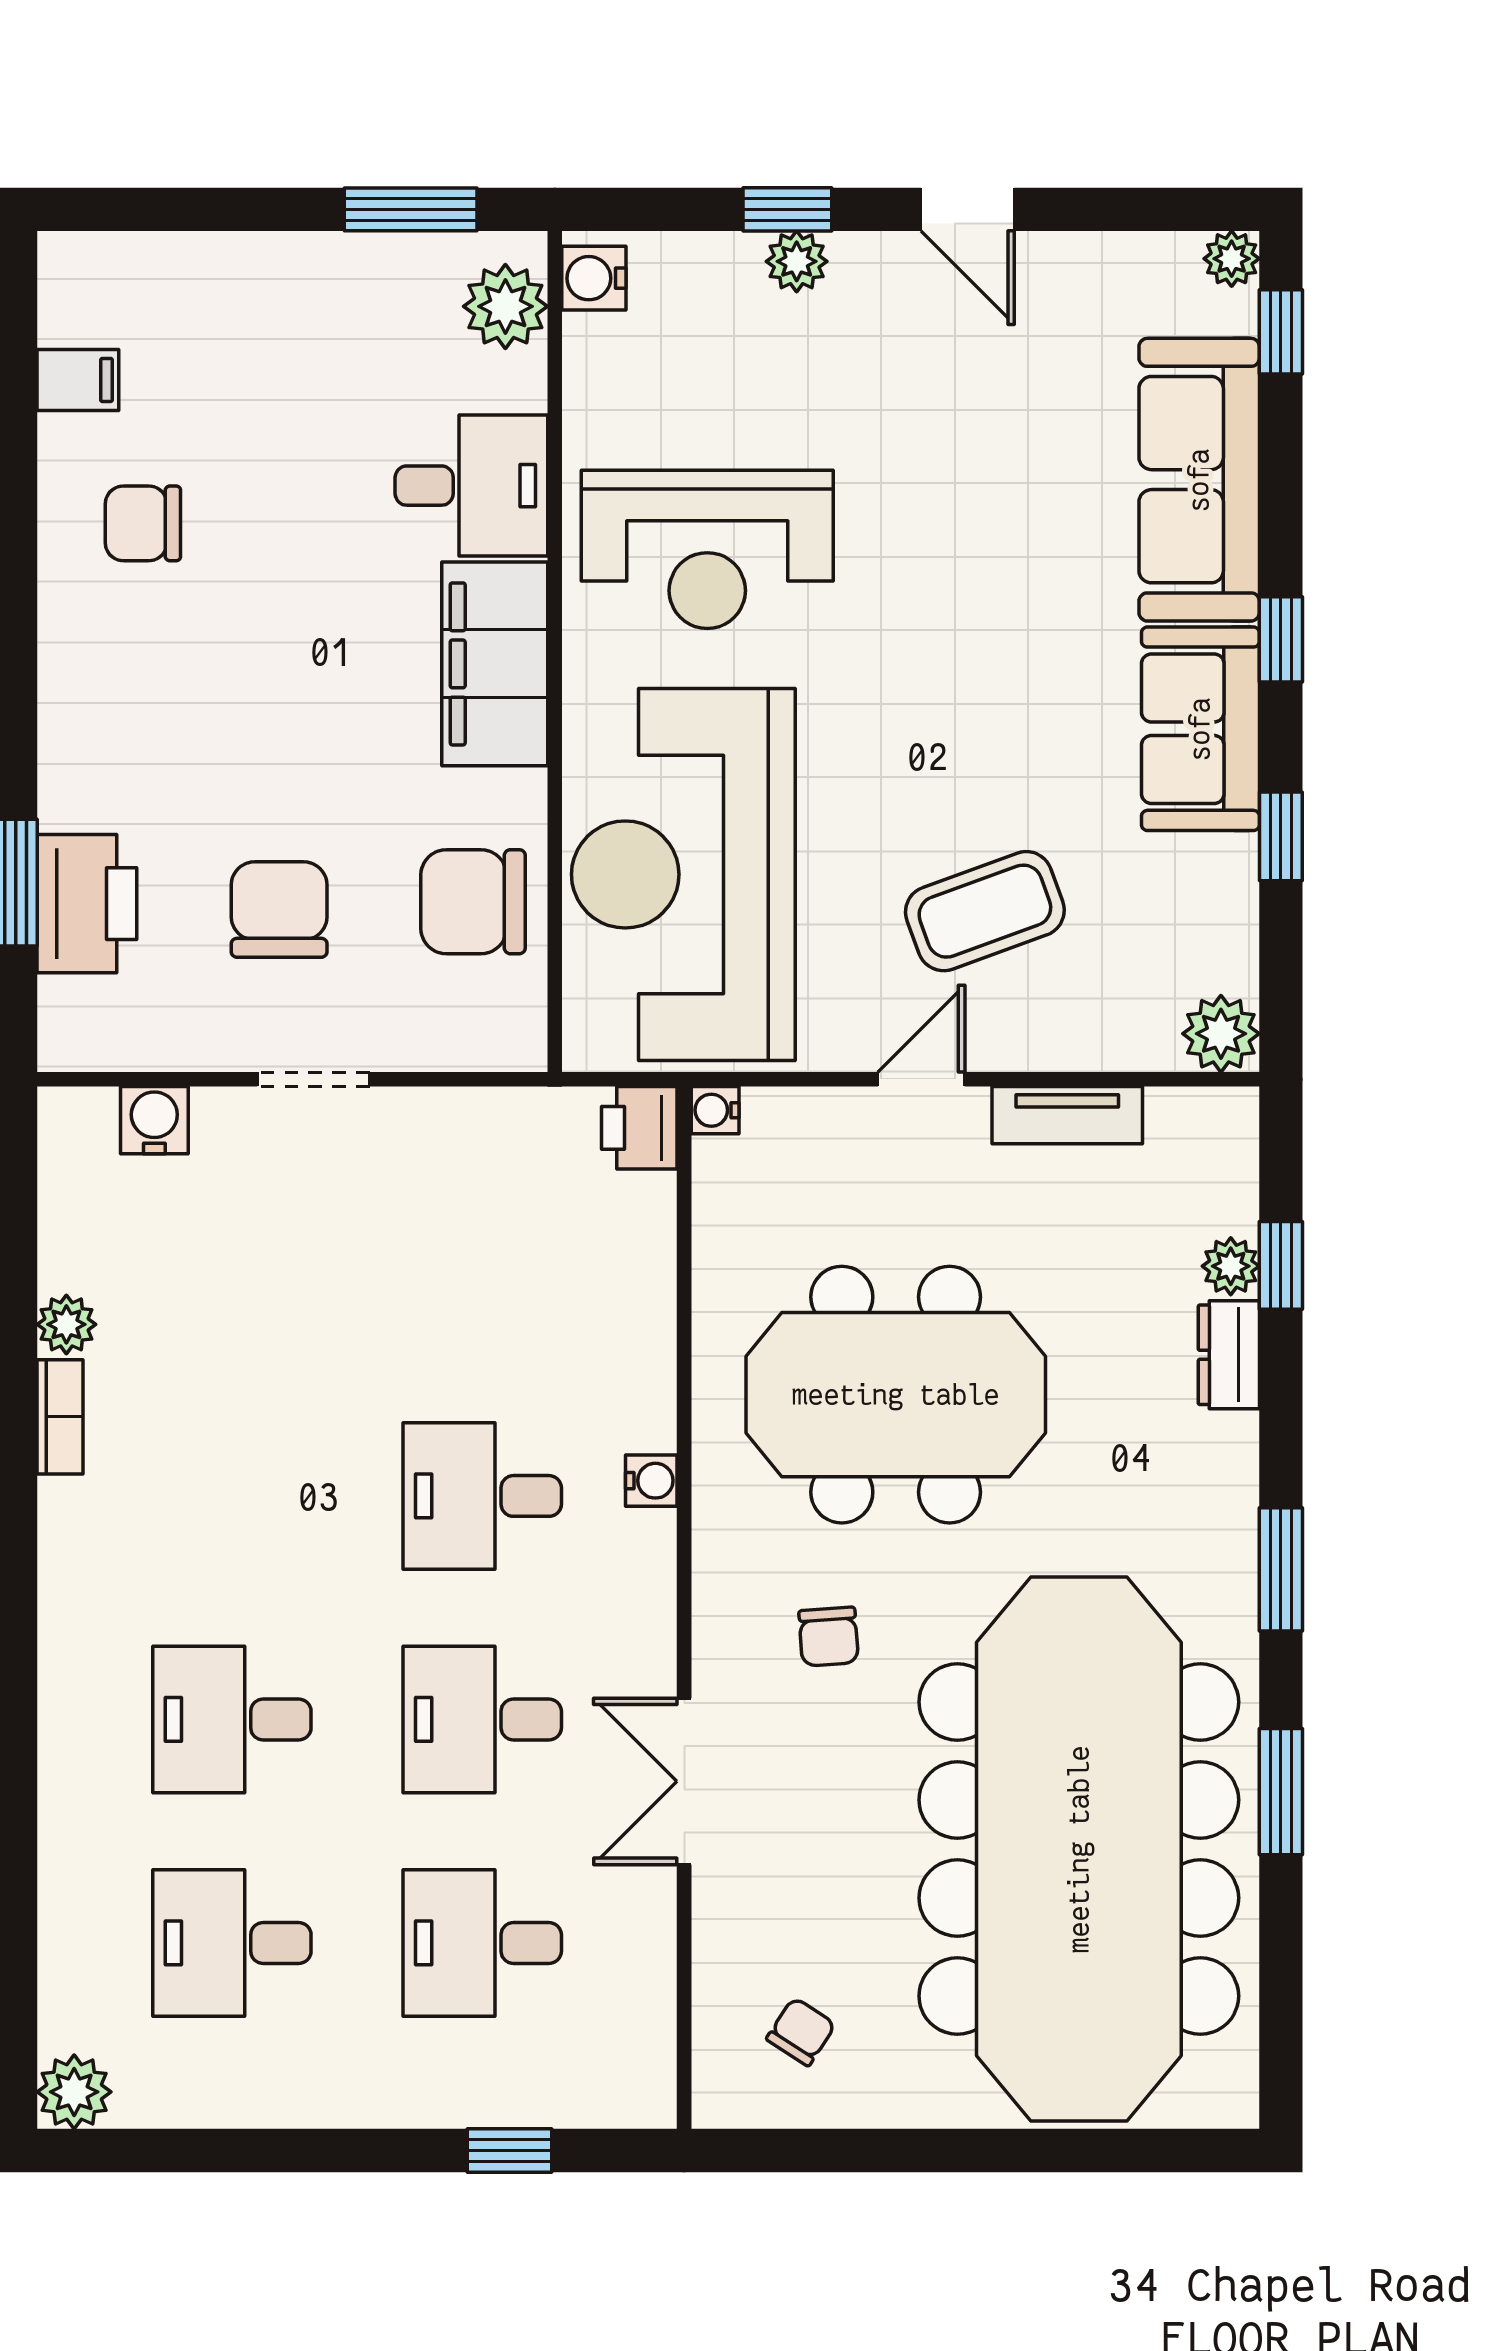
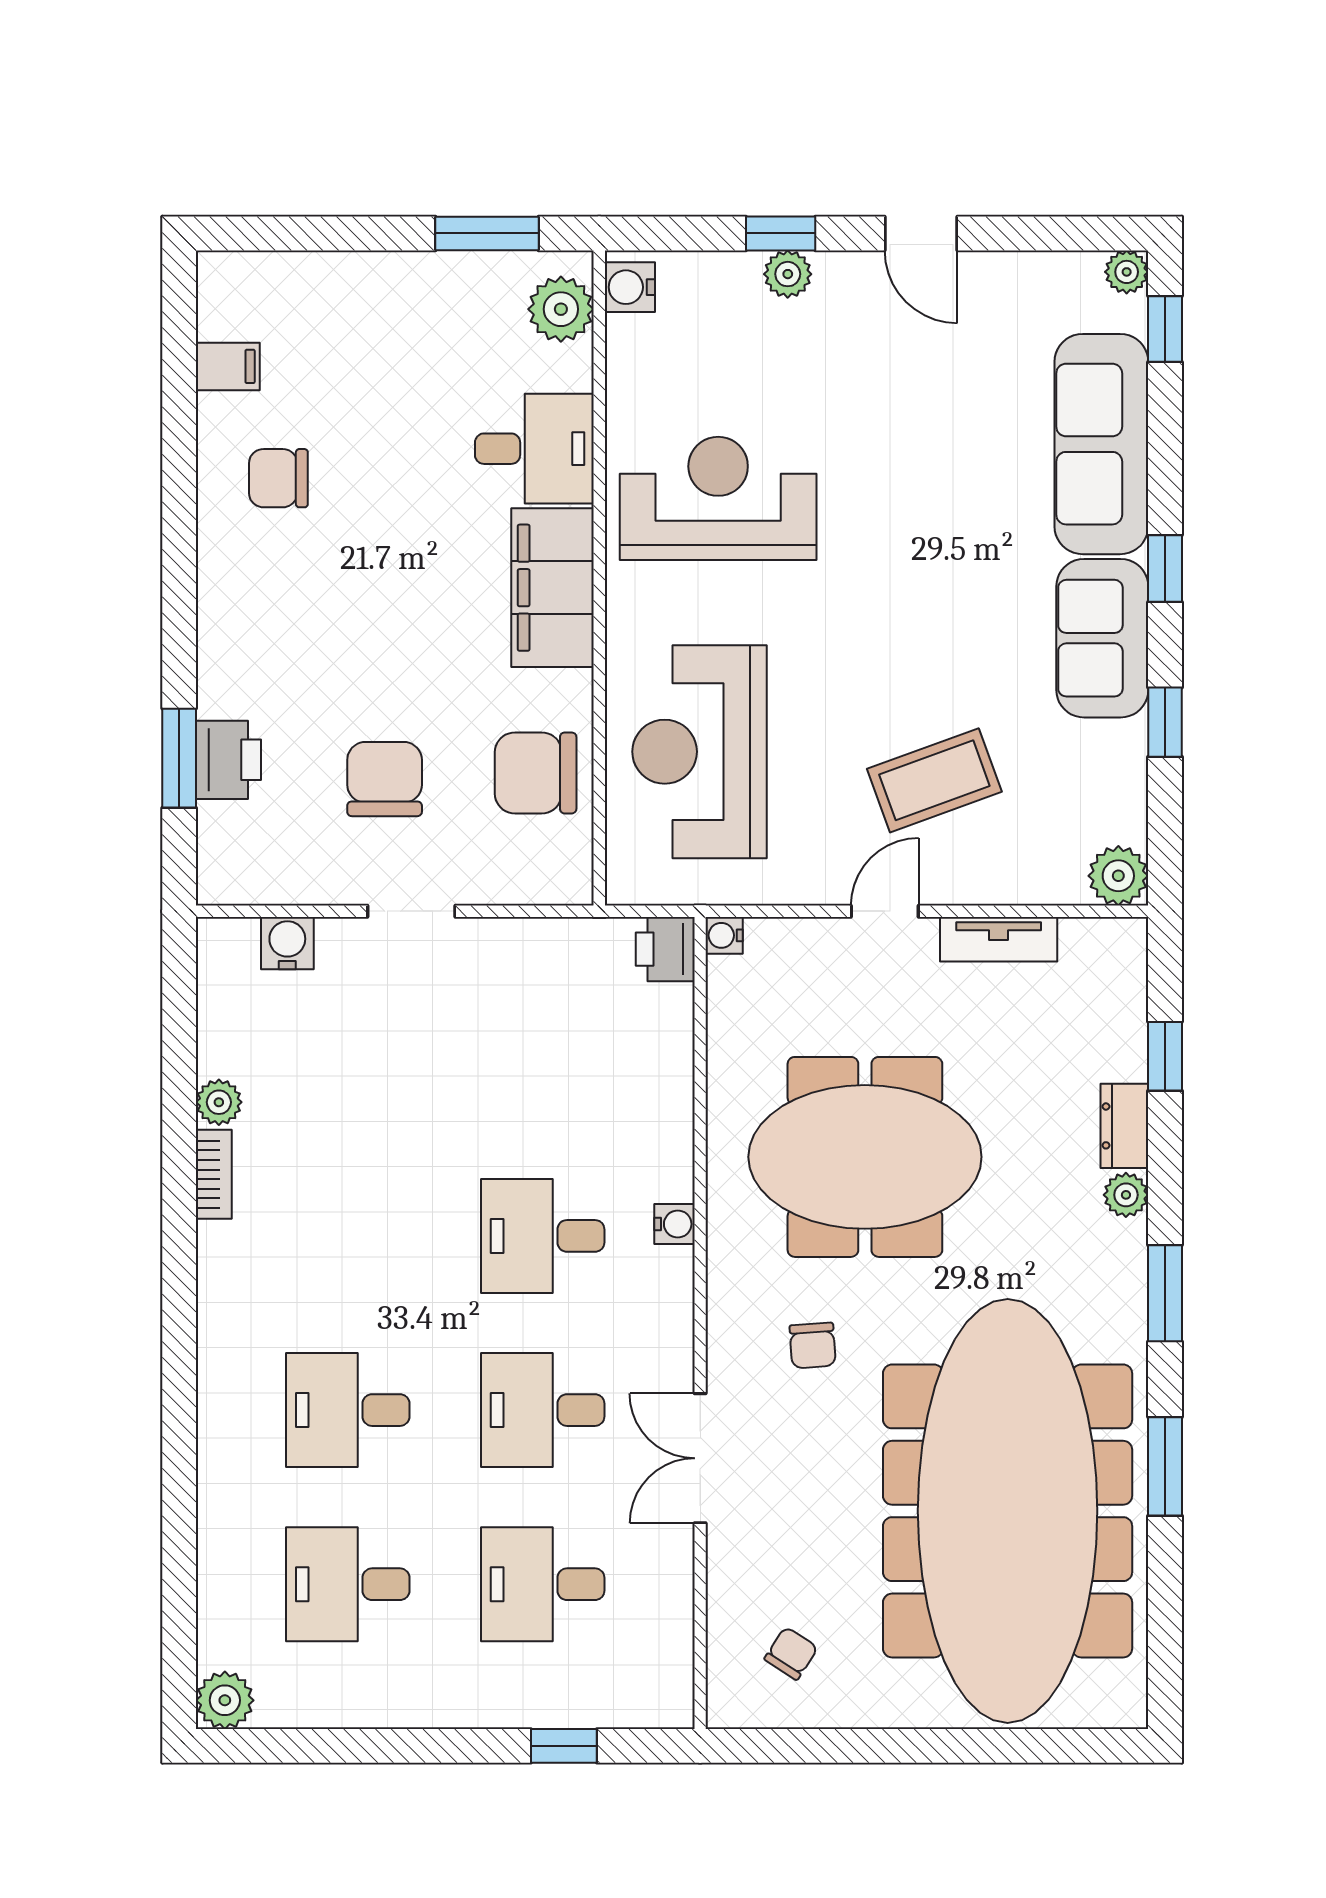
reception desk: (707, 549) -> (718, 498), turned 180
reception desk: (683, 874) -> (699, 752), width x0.74, depth x0.77
printer: (87, 904) -> (228, 760), width x0.73, depth x0.84
plant: (1231, 1266) -> (1126, 1195), moved

